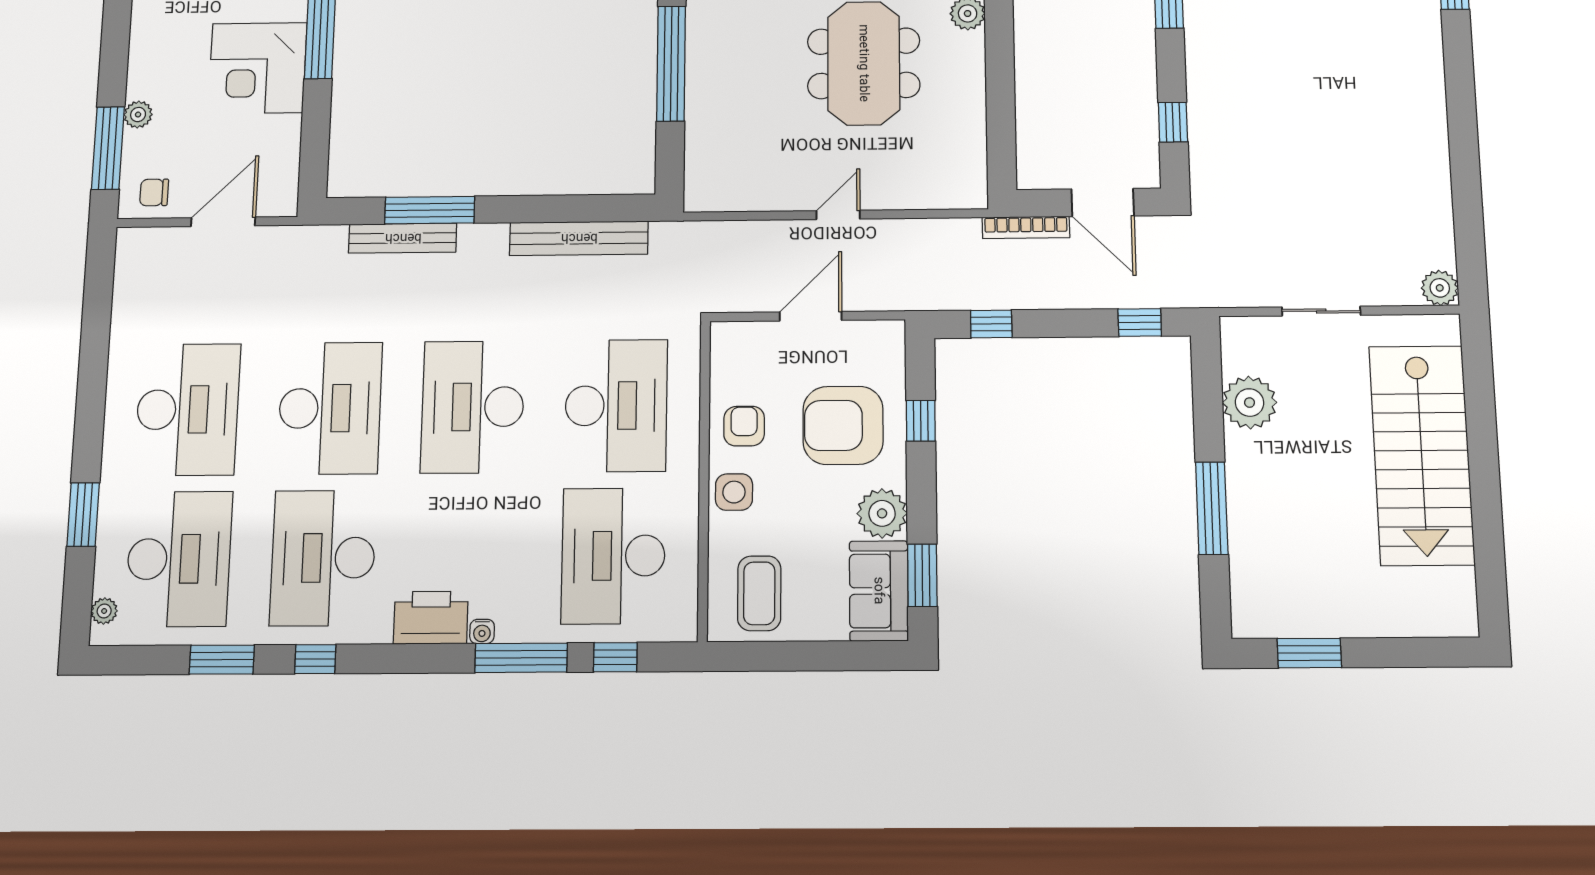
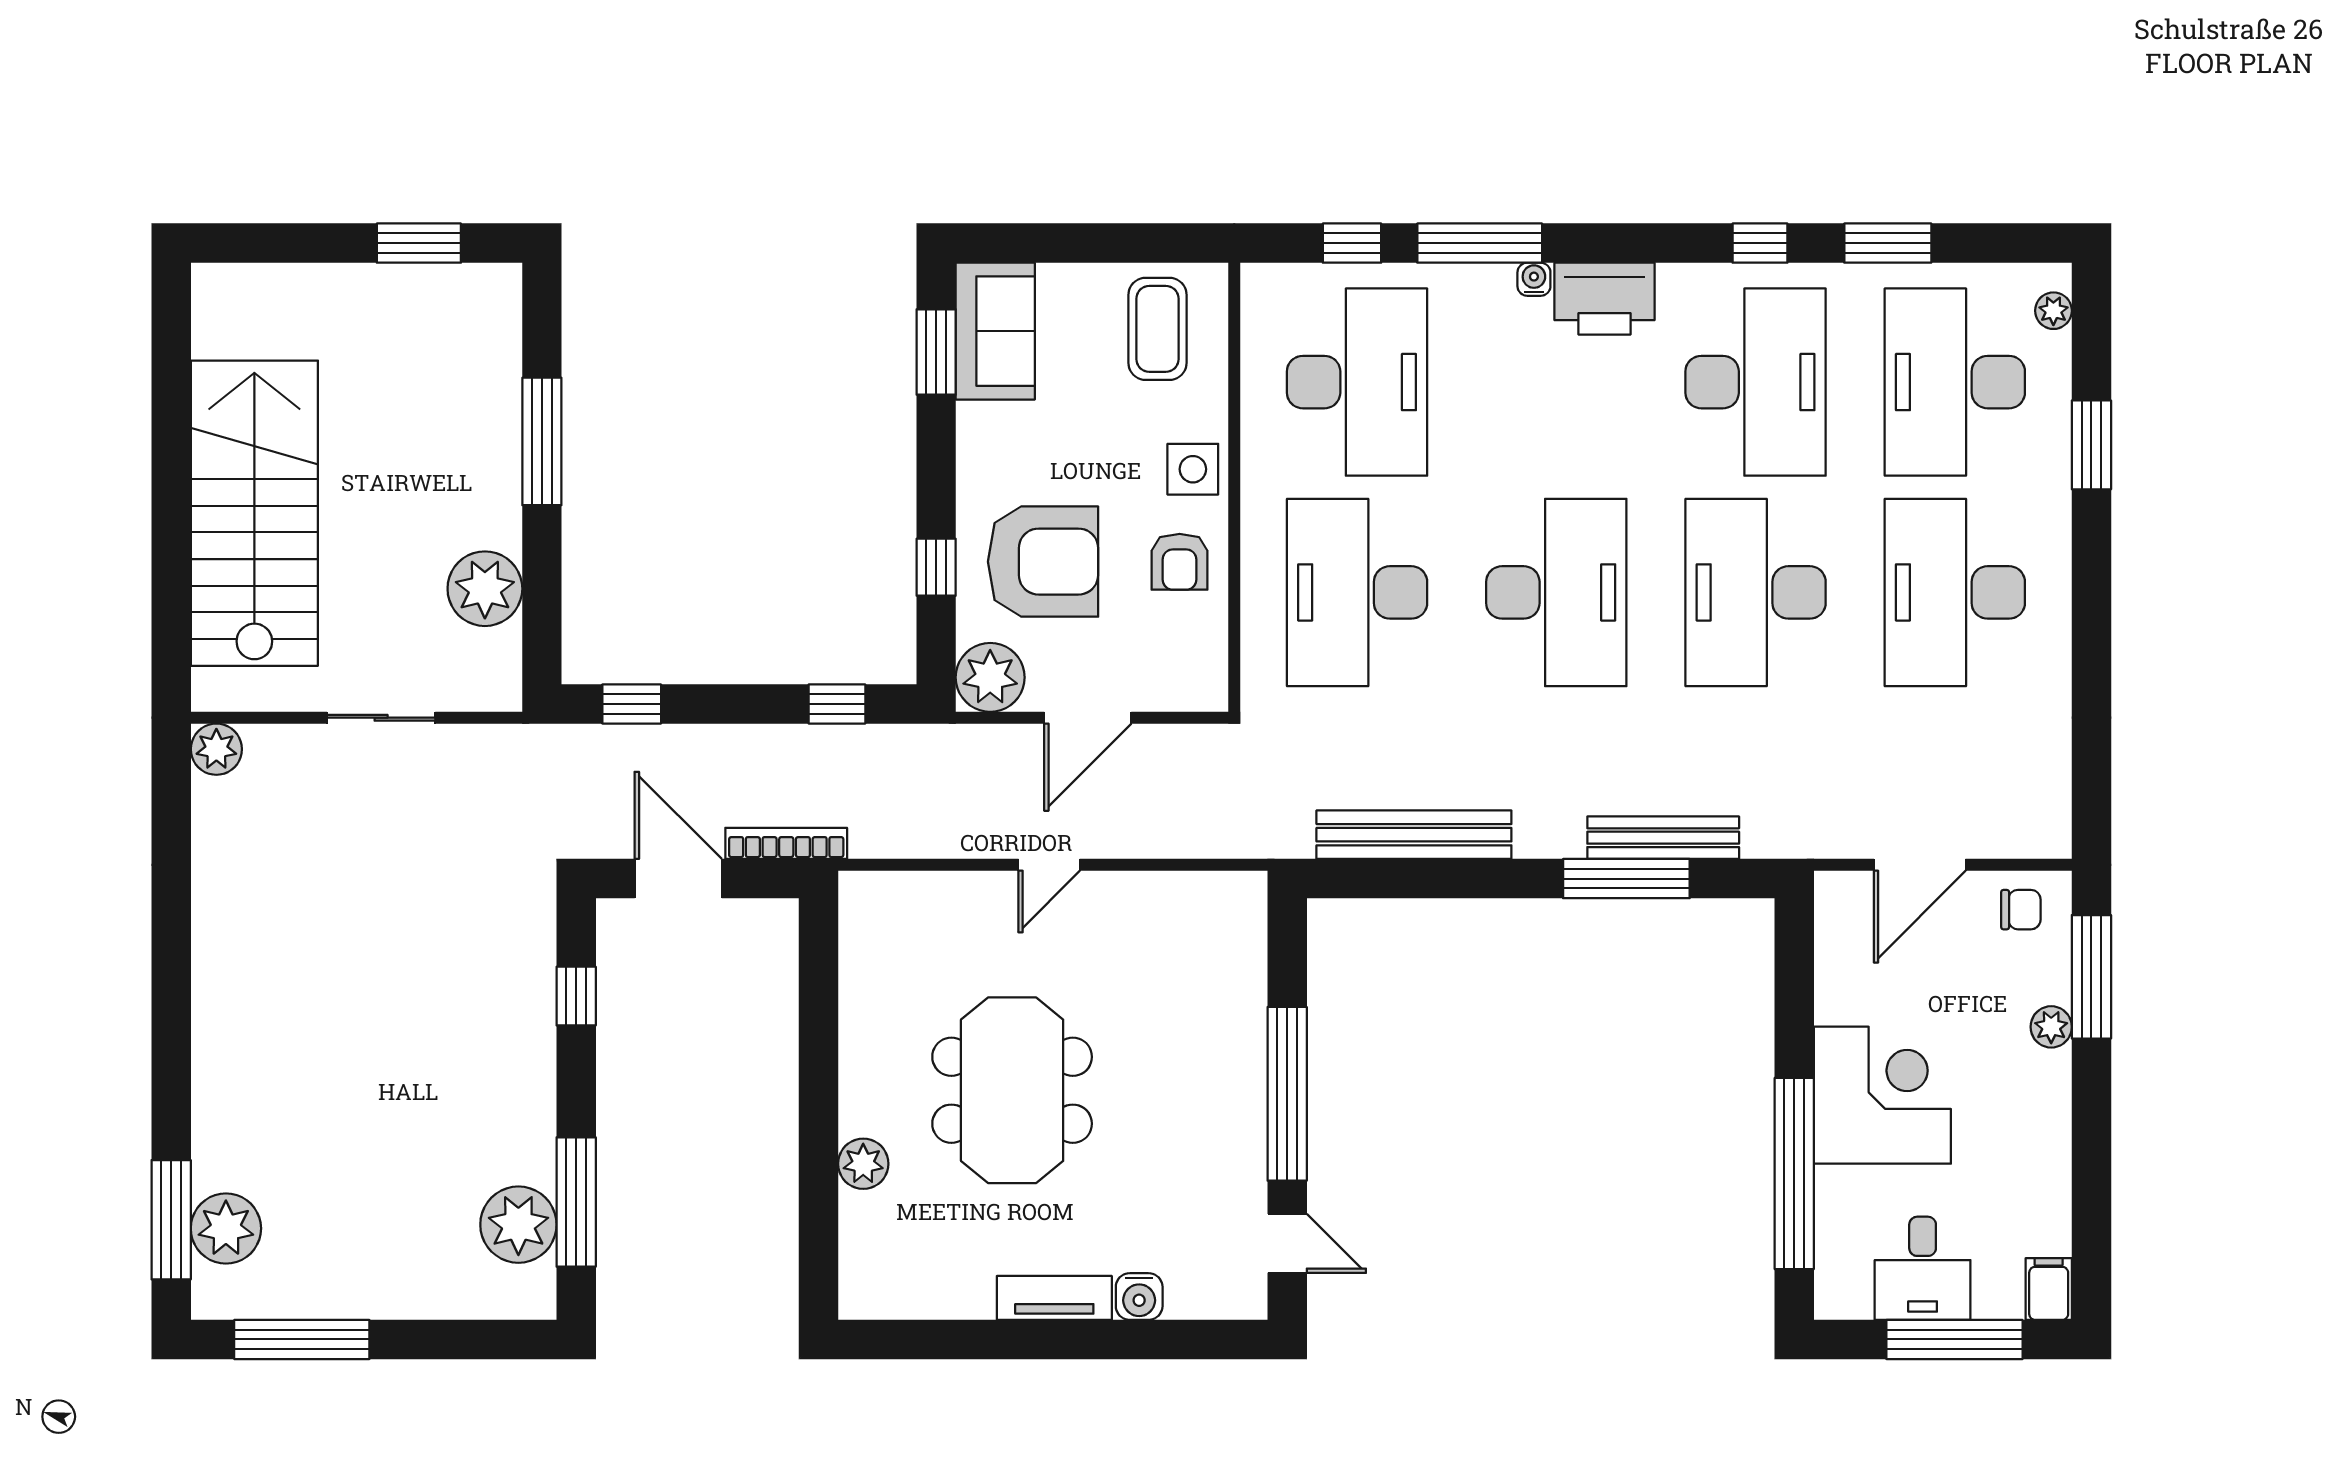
plant: (882, 513) -> (990, 677), moved

